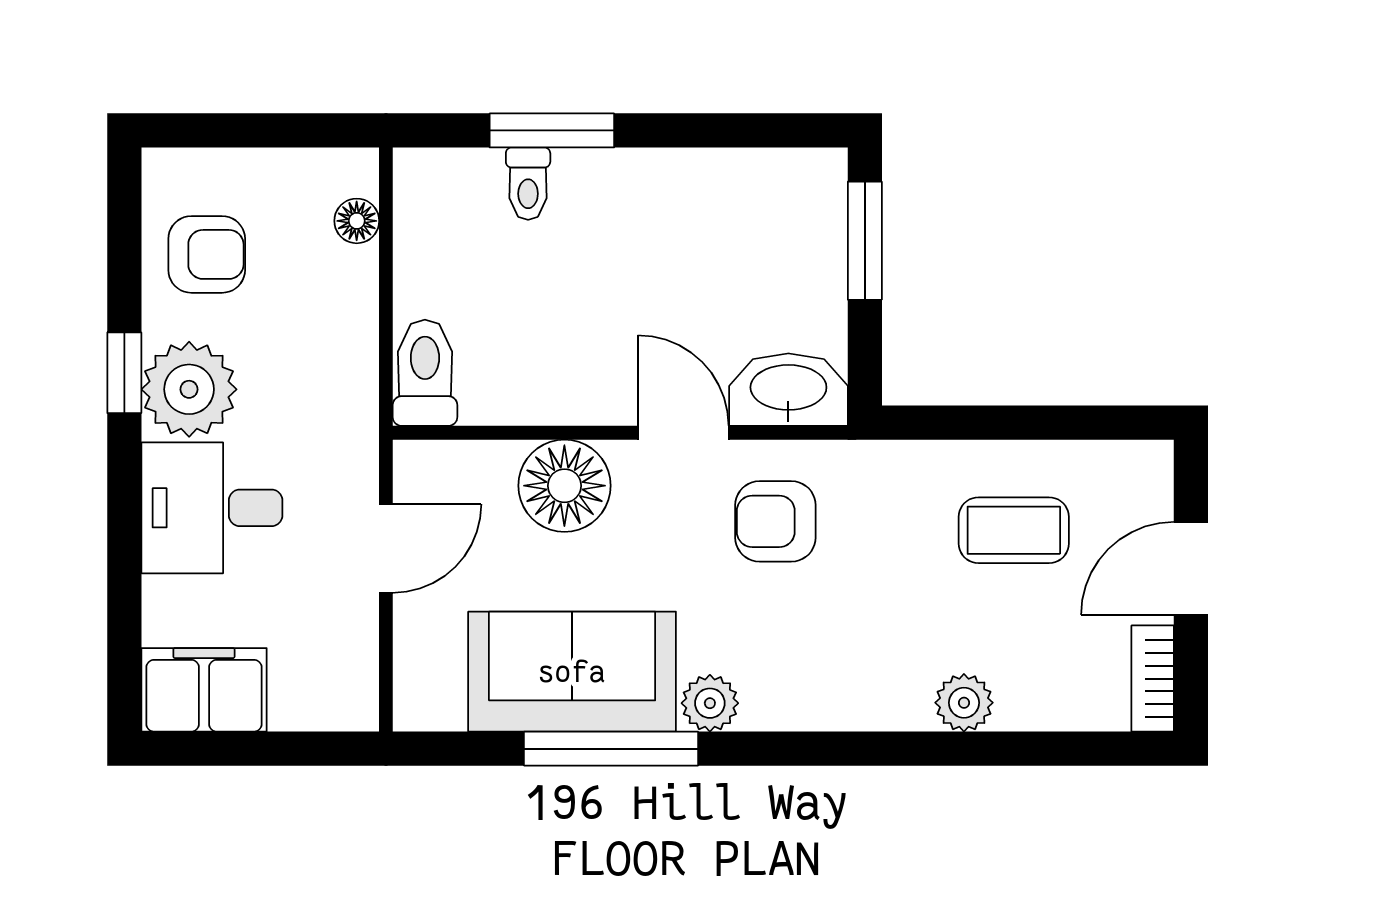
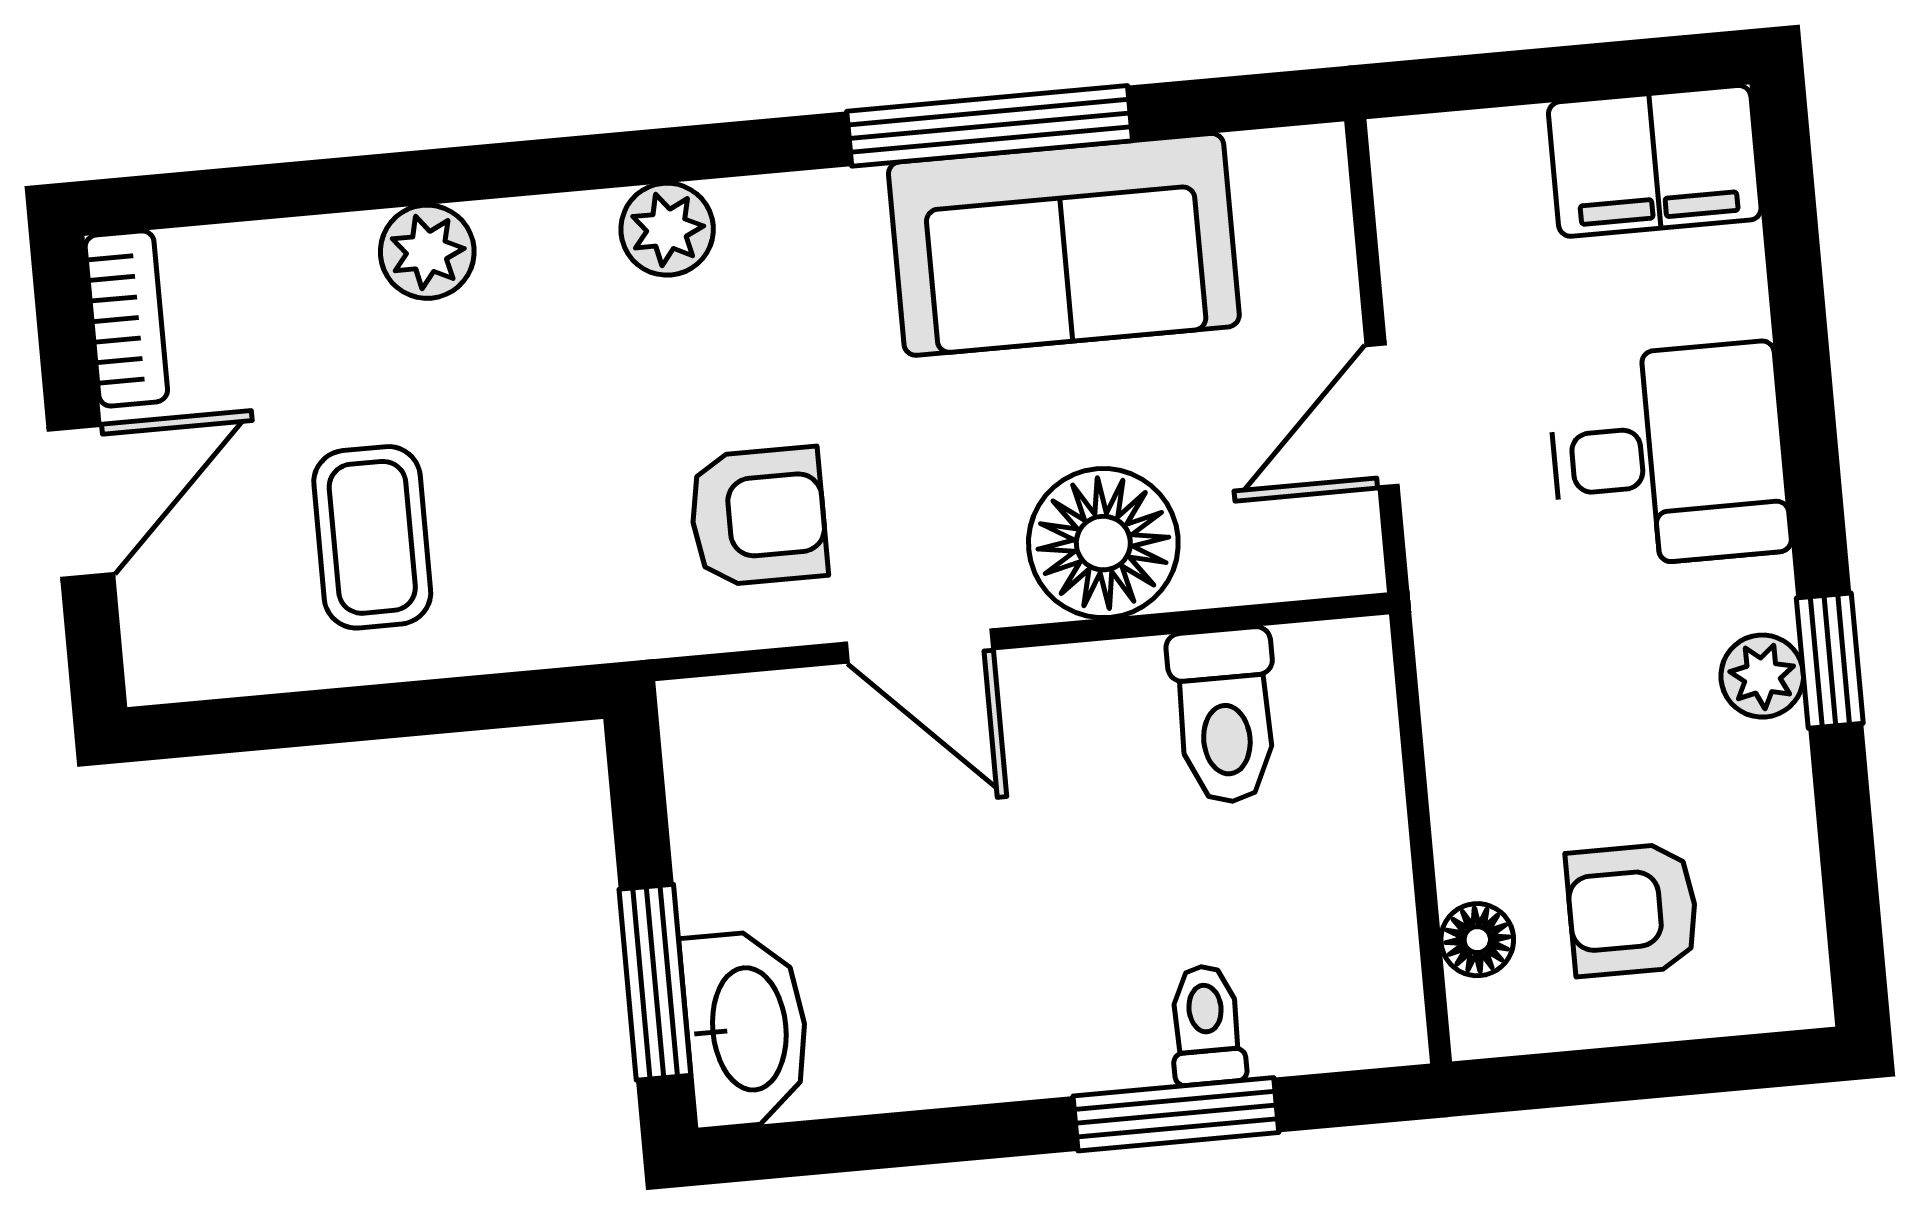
armchair: (207, 254) -> (1632, 910), moved
toilet: (425, 373) -> (1225, 716), moved
plant: (189, 389) -> (1762, 676), width x0.53, depth x0.53
washbasin: (788, 390) -> (746, 1029), moved, turned -90
coffee table: (1014, 530) -> (372, 537), turned 90
plant: (710, 703) -> (667, 229), moved

